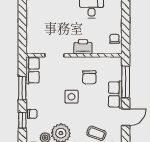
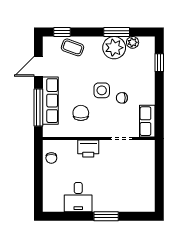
window: (22, 88) -> (159, 100), removed
row of seats: (115, 94) -> (50, 101), width x1.48
chair: (32, 114) -> (122, 98), moved

